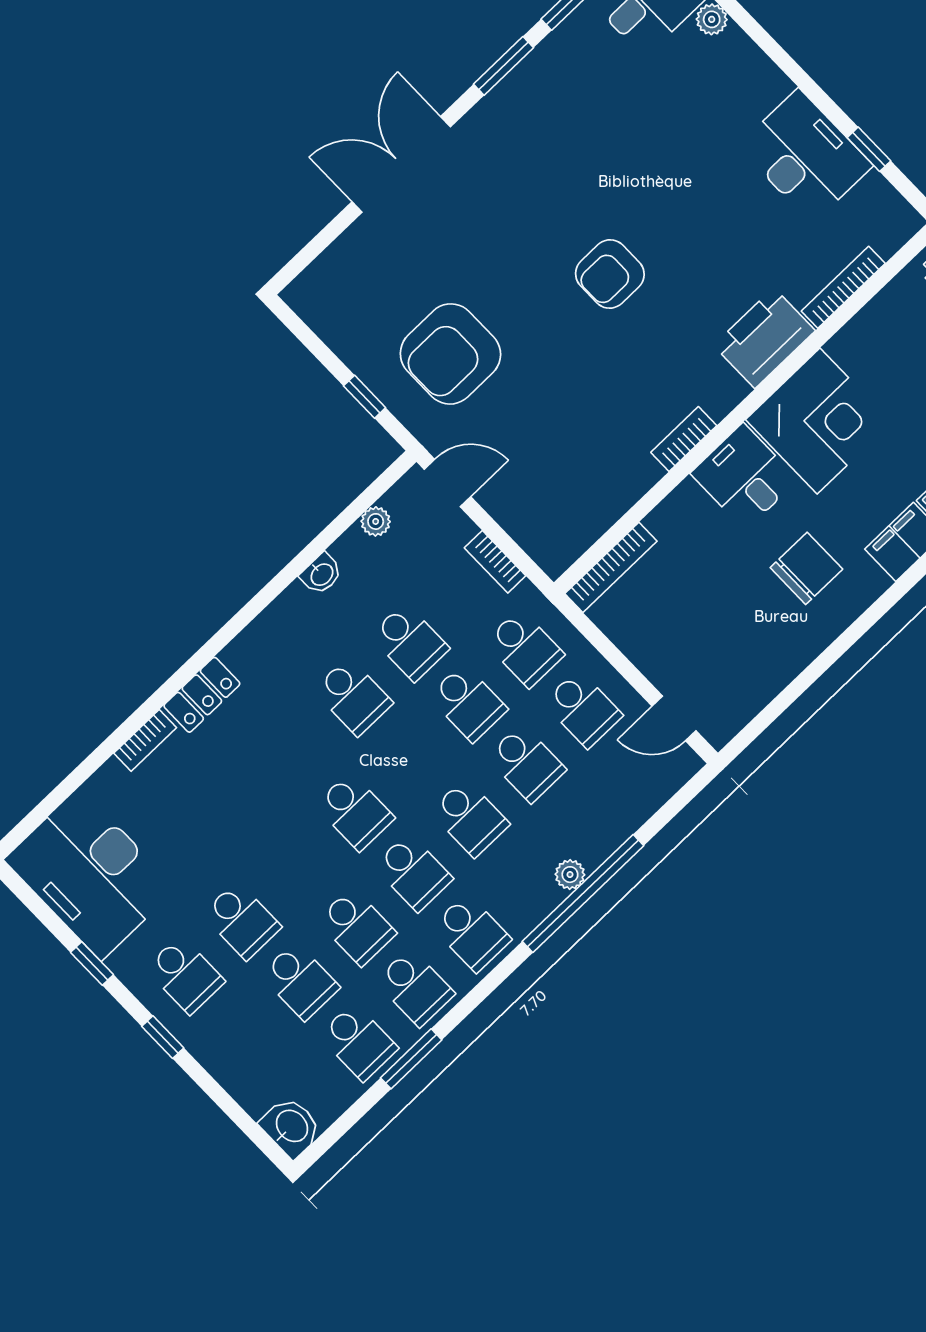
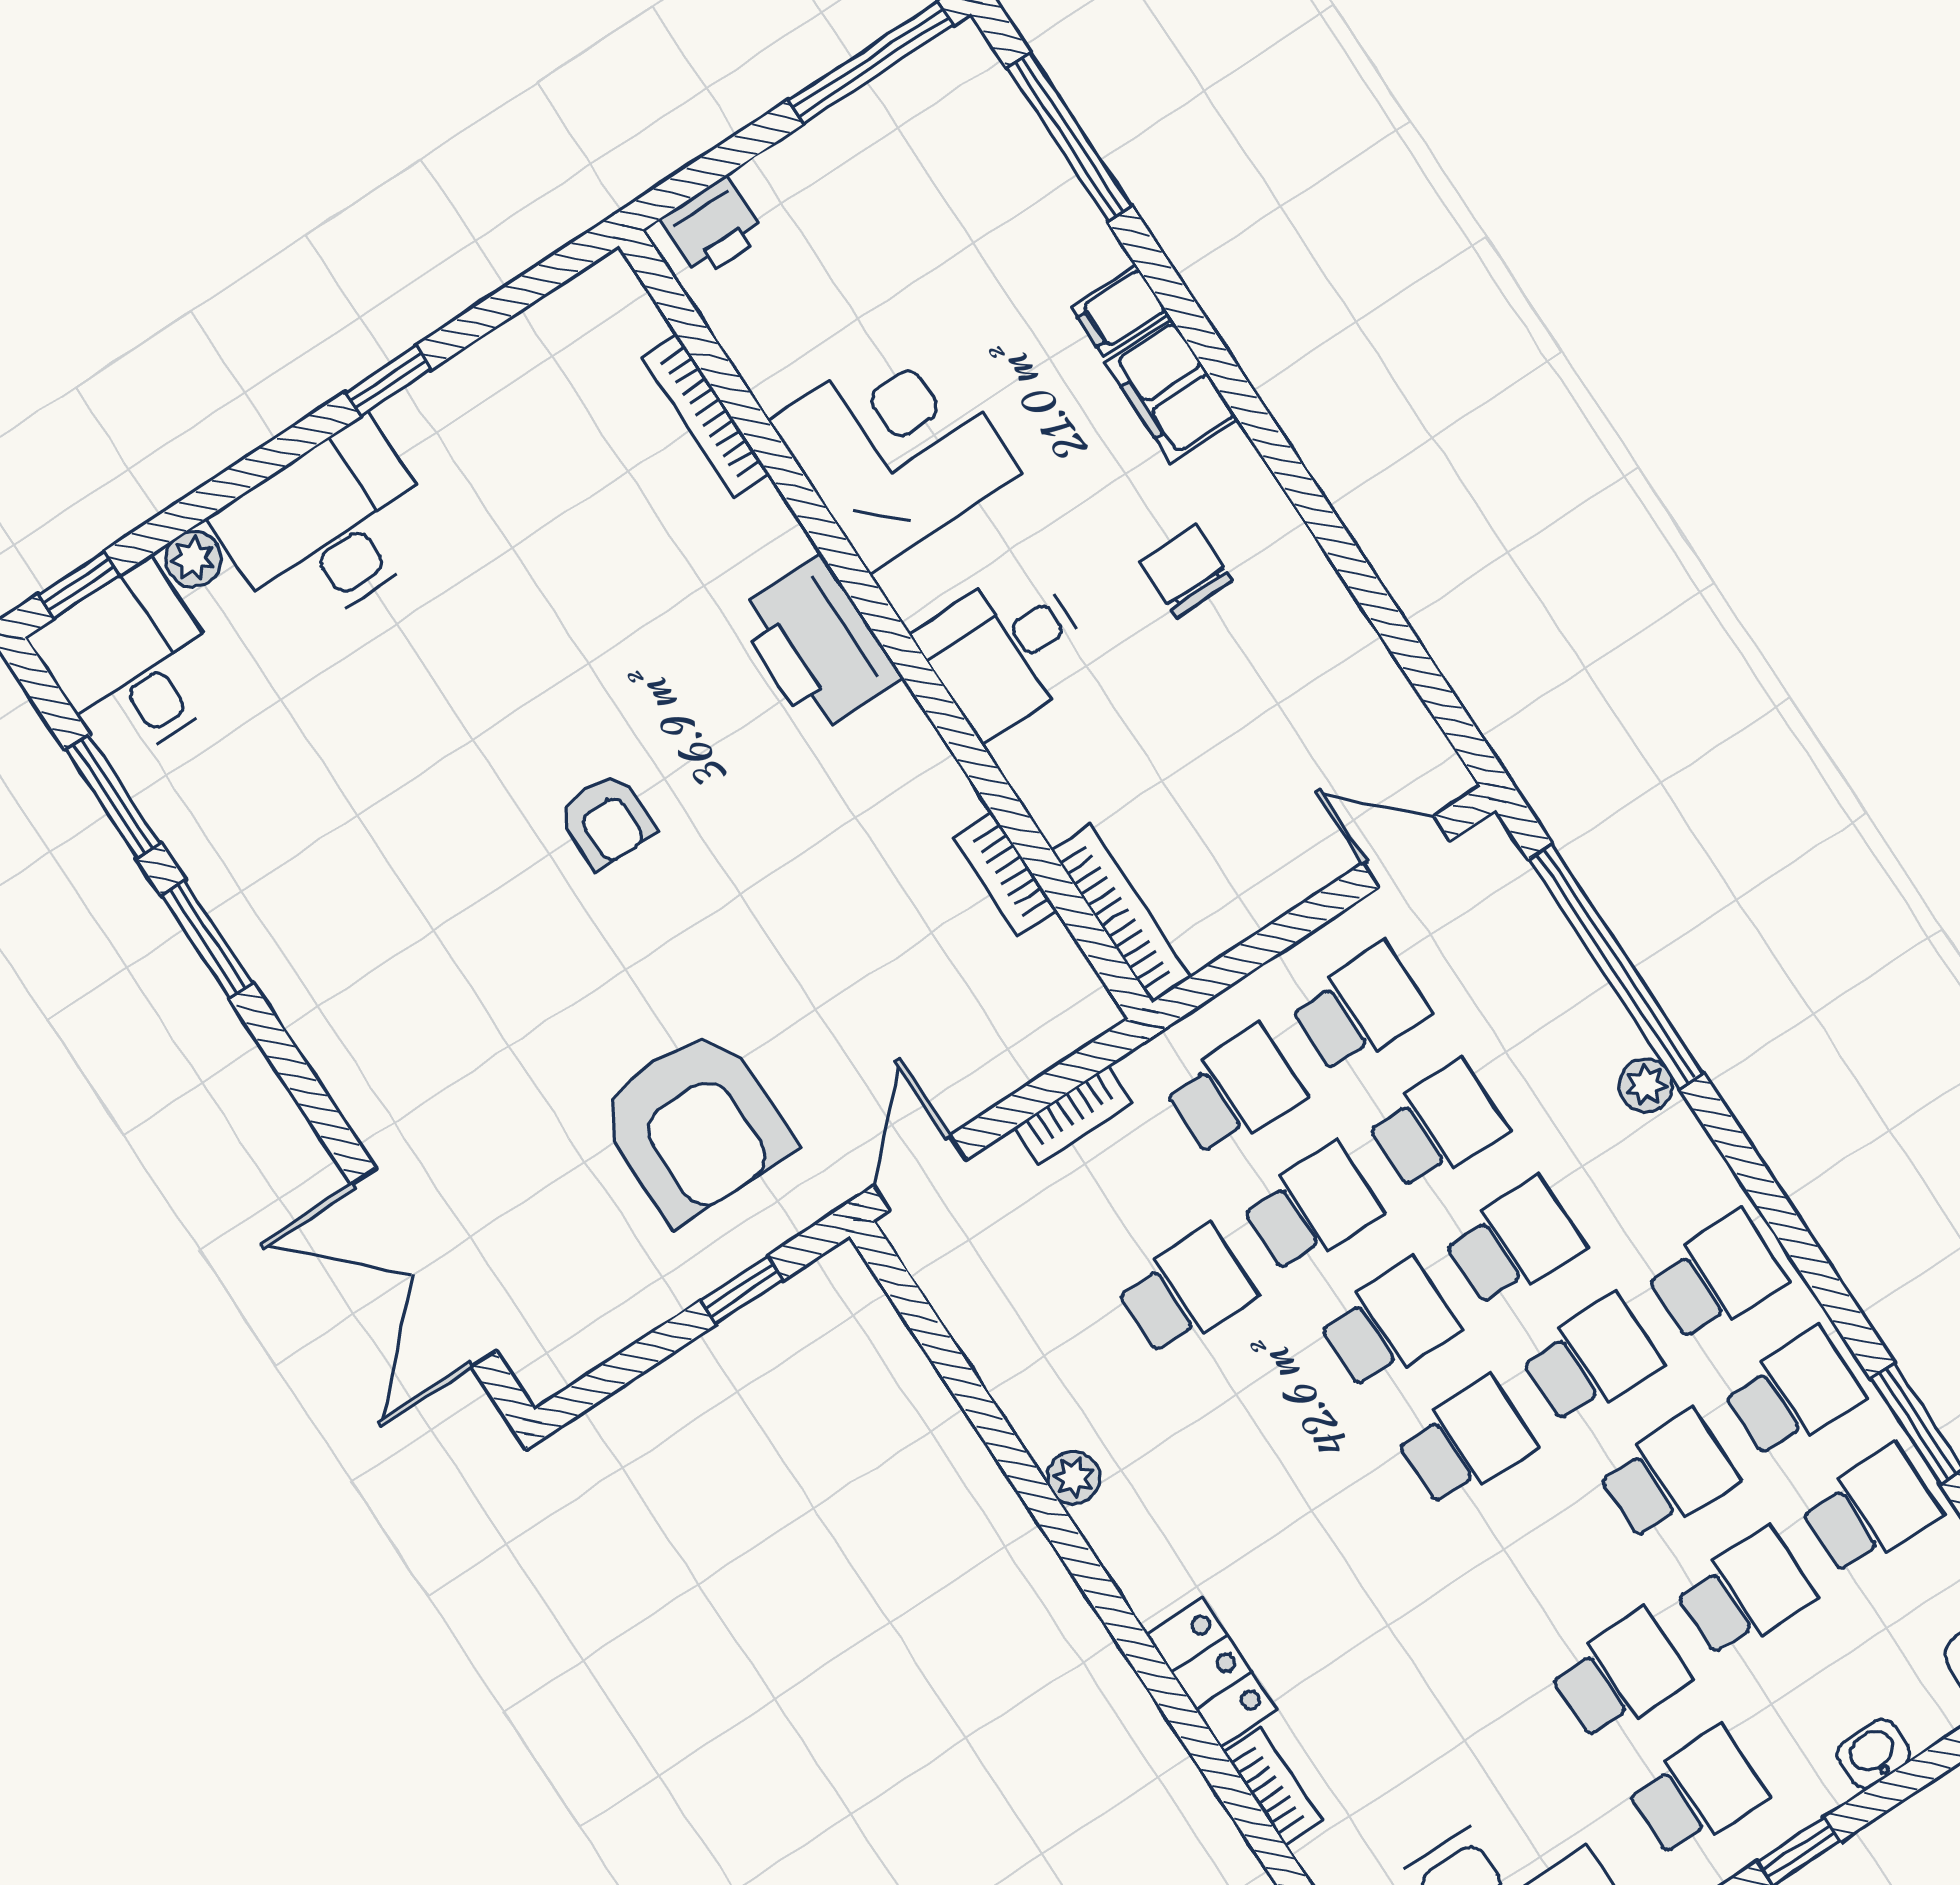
window: (869, 149) -> (388, 381), moved
desk: (805, 156) -> (329, 528), moved
double door: (401, 164) -> (424, 1268), moved
armchair: (610, 274) -> (606, 820), width x0.72, depth x0.72
printer: (764, 338) -> (818, 644), moved
corner desk: (819, 421) -> (895, 447), moved
bookcase: (684, 439) -> (1005, 874), moved
plant: (376, 521) -> (1074, 1478), moved
chair: (806, 568) -> (1186, 571), width x0.73, depth x0.73
washbasin: (321, 574) -> (1874, 1754), moved, turned -90
school desk: (353, 697) -> (1389, 1325), moved
door: (674, 718) -> (1406, 852), swing flipped
window: (583, 893) -> (1616, 966), moved

